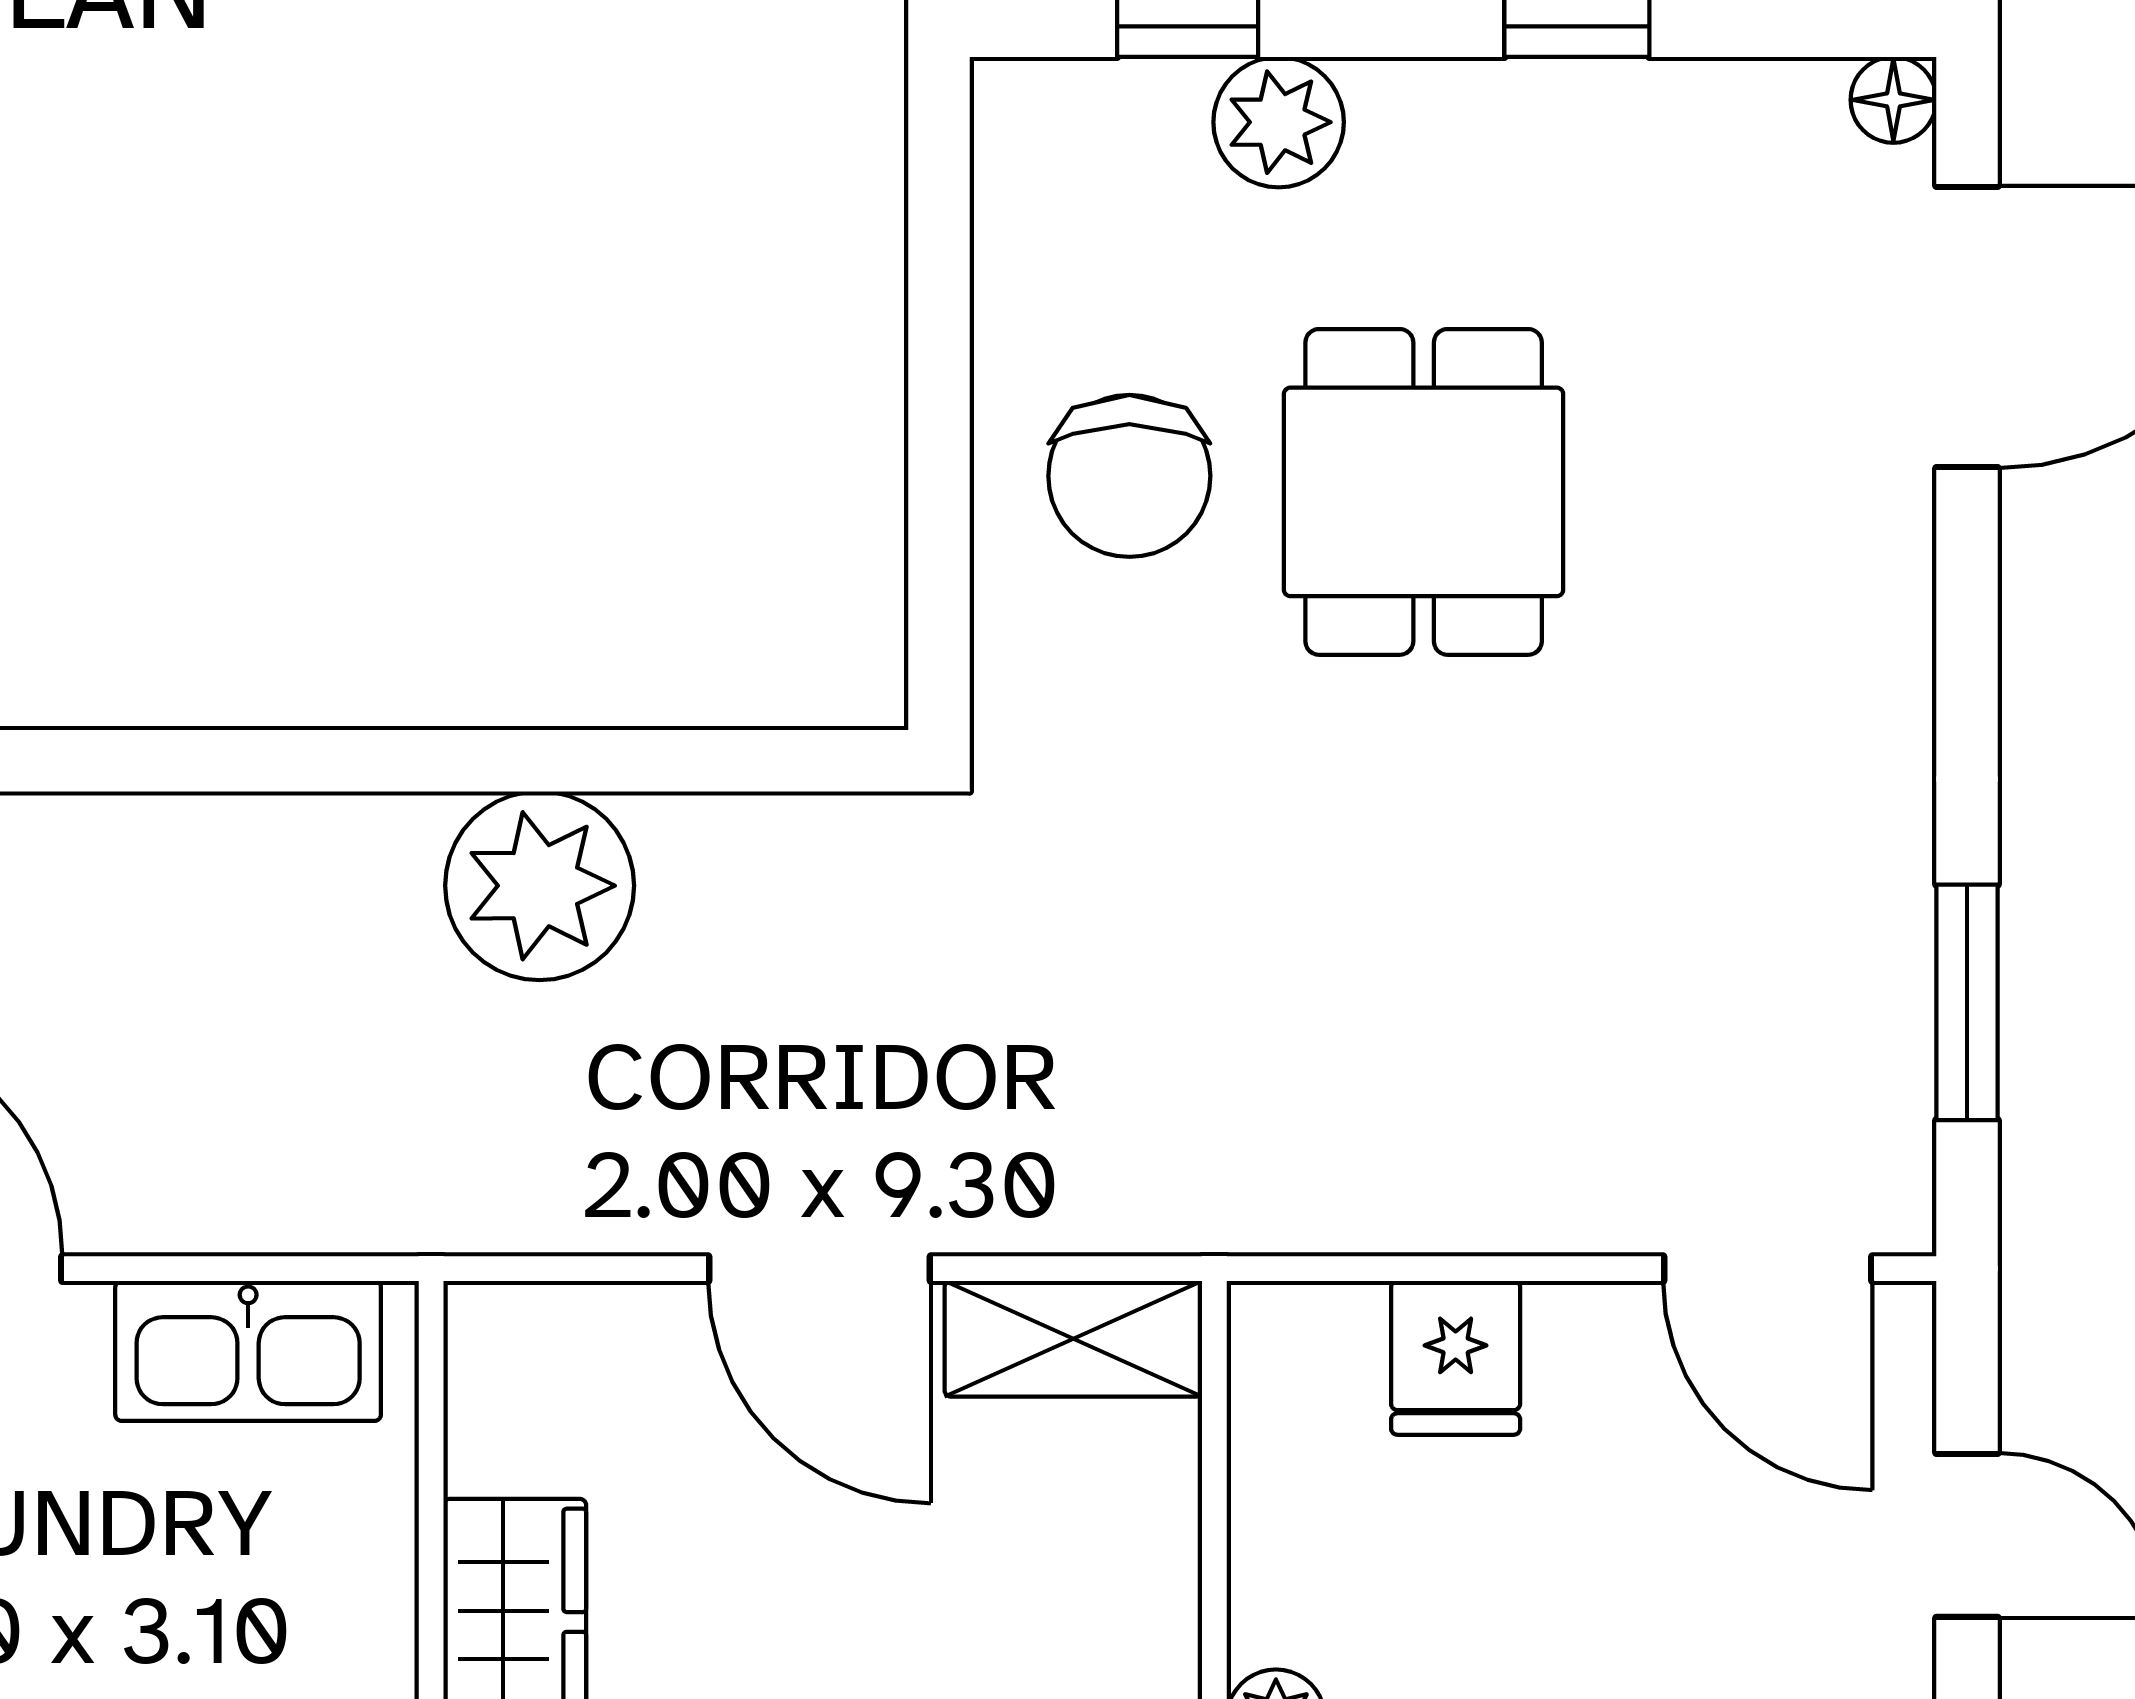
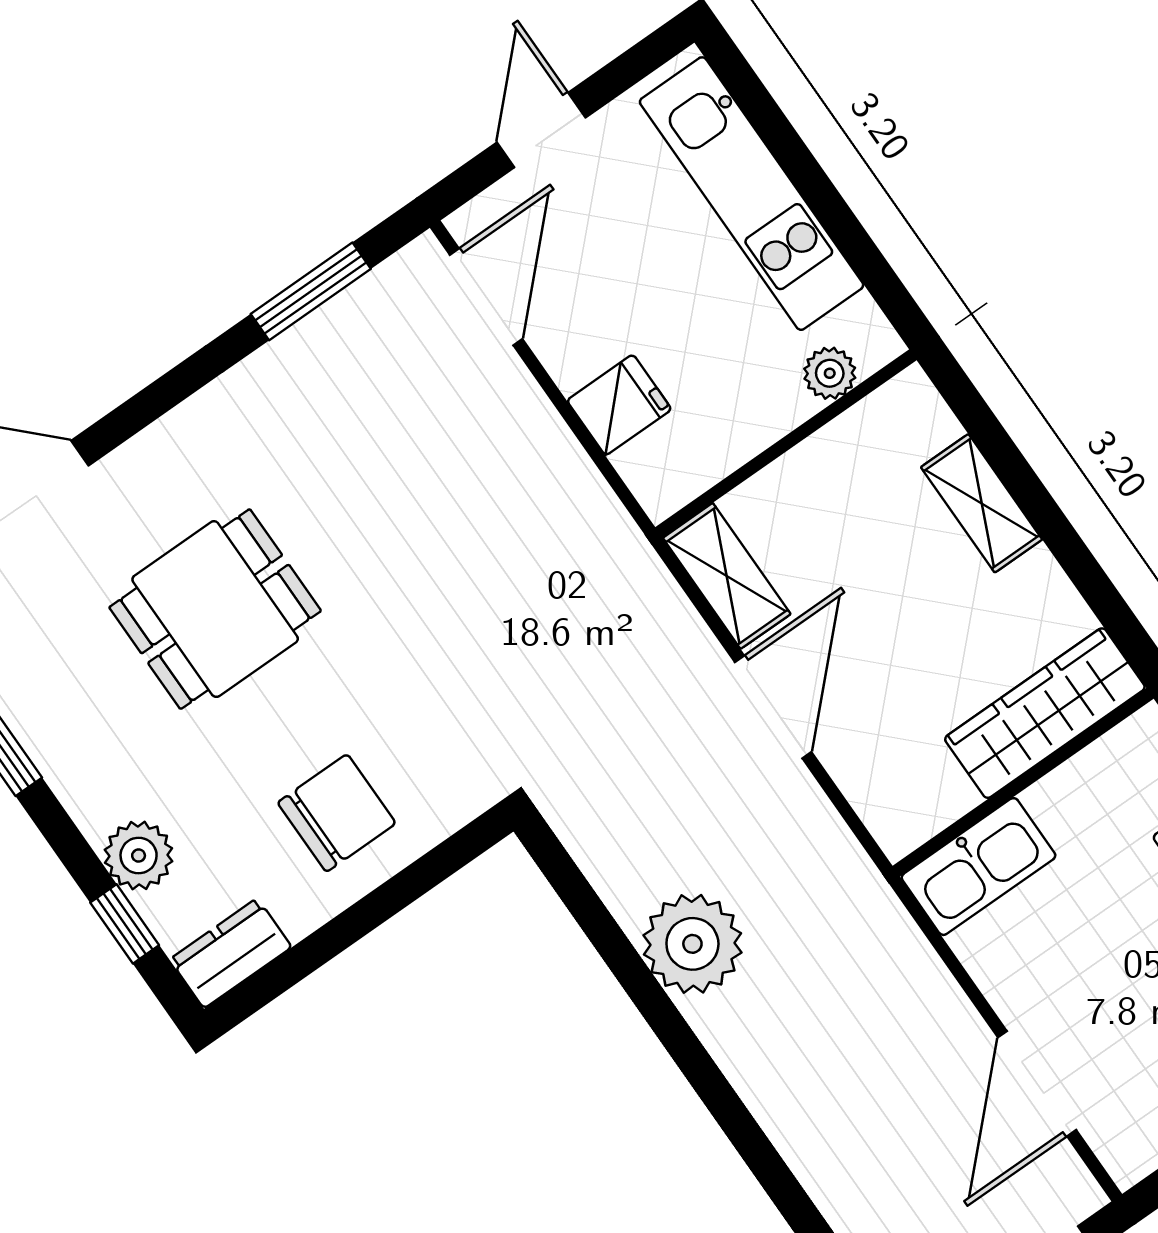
dresser: (1027, 159) -> (231, 953), added
dining table: (1424, 492) -> (215, 609), moved
kitchen sink: (248, 1351) -> (978, 867), moved, turned 90

